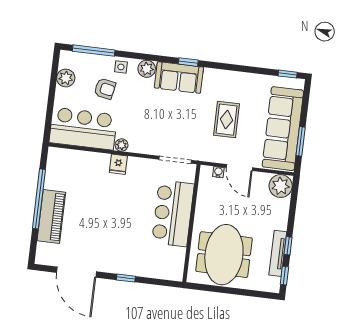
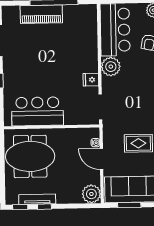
plant: (121, 145) -> (111, 67), width x1.88, depth x1.88
fridge: (118, 164) -> (91, 80), moved
door: (239, 168) -> (101, 159), hinge flipped
bar counter: (173, 213) -> (37, 111), moved

